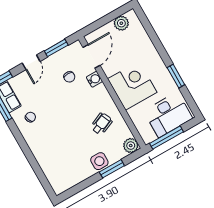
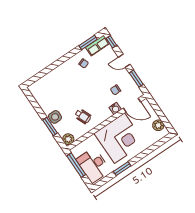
corner desk: (132, 86) -> (120, 138), width x1.36, depth x1.36

